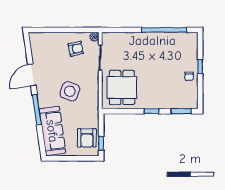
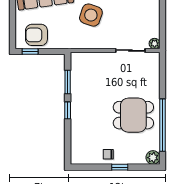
plant: (192, 38) -> (153, 158), added
armchair: (76, 49) -> (140, 22), removed
dining table: (122, 87) -> (133, 115), moved
window: (181, 111) -> (68, 82), moved

